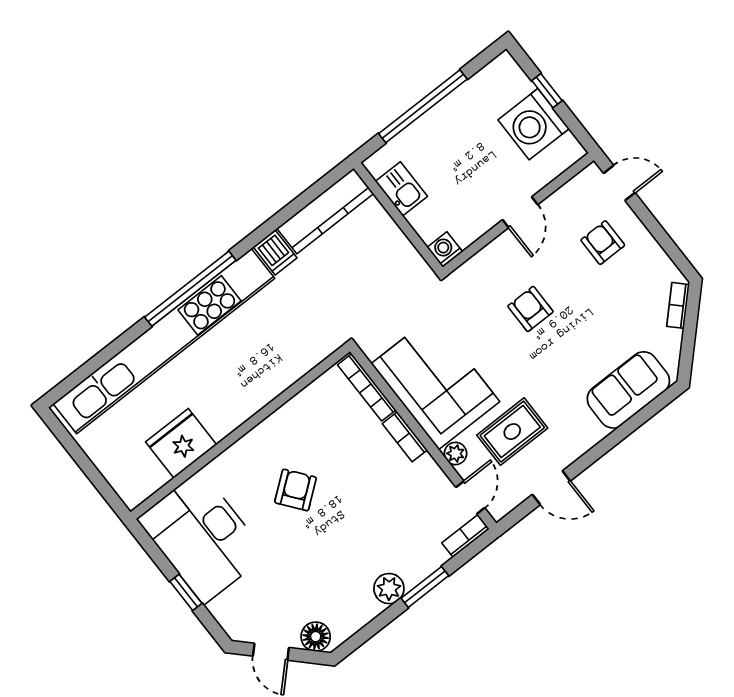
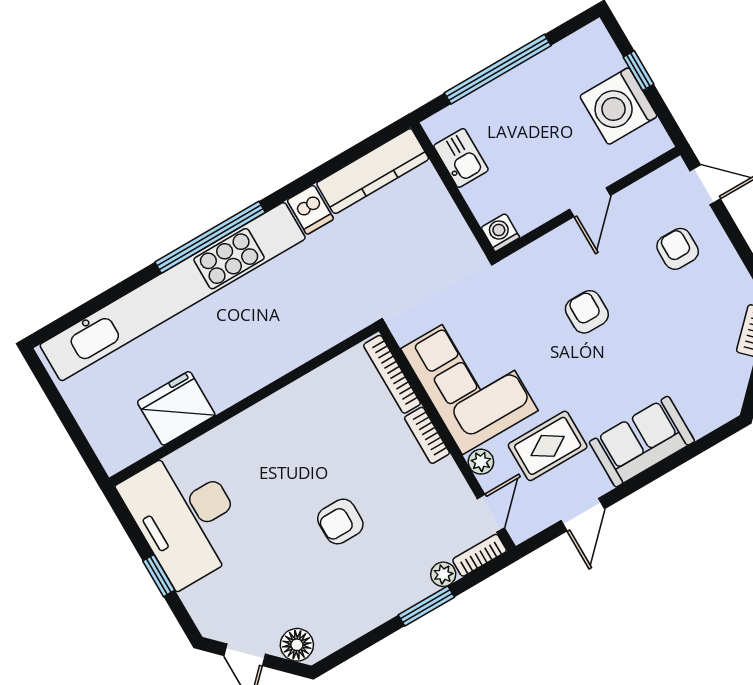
sofa: (628, 390) -> (642, 442), moved
door: (551, 488) -> (583, 515), hinge flipped
armchair: (295, 490) -> (340, 521), moved, turned -142
plant: (389, 589) -> (443, 574), moved, width x0.73, depth x0.73

